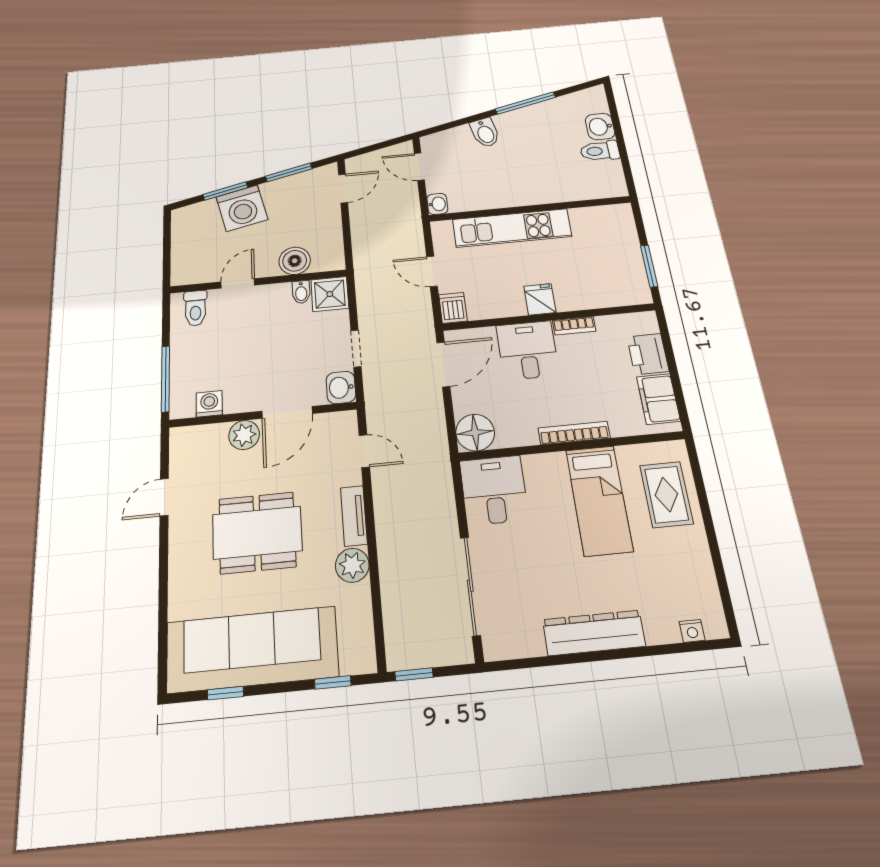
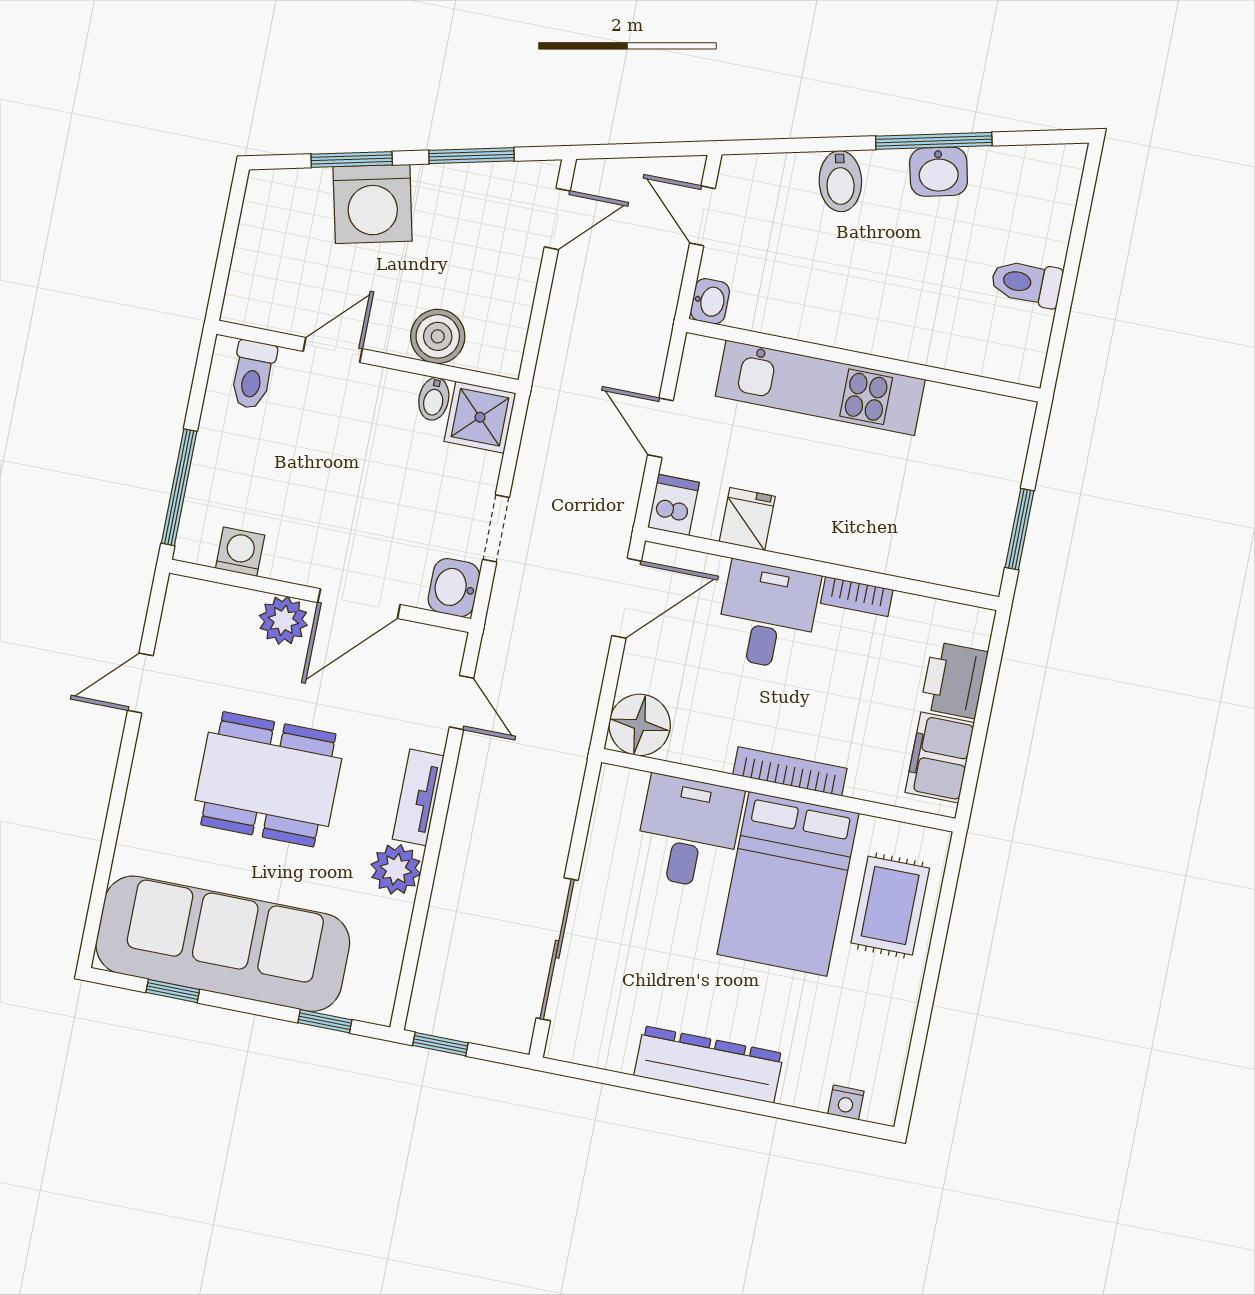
washbasin: (600, 127) -> (939, 172), moved, turned -103
fridge: (540, 299) -> (747, 519), moved
desk: (494, 490) -> (689, 832), moved
bed: (599, 500) -> (788, 884), width x1.50

